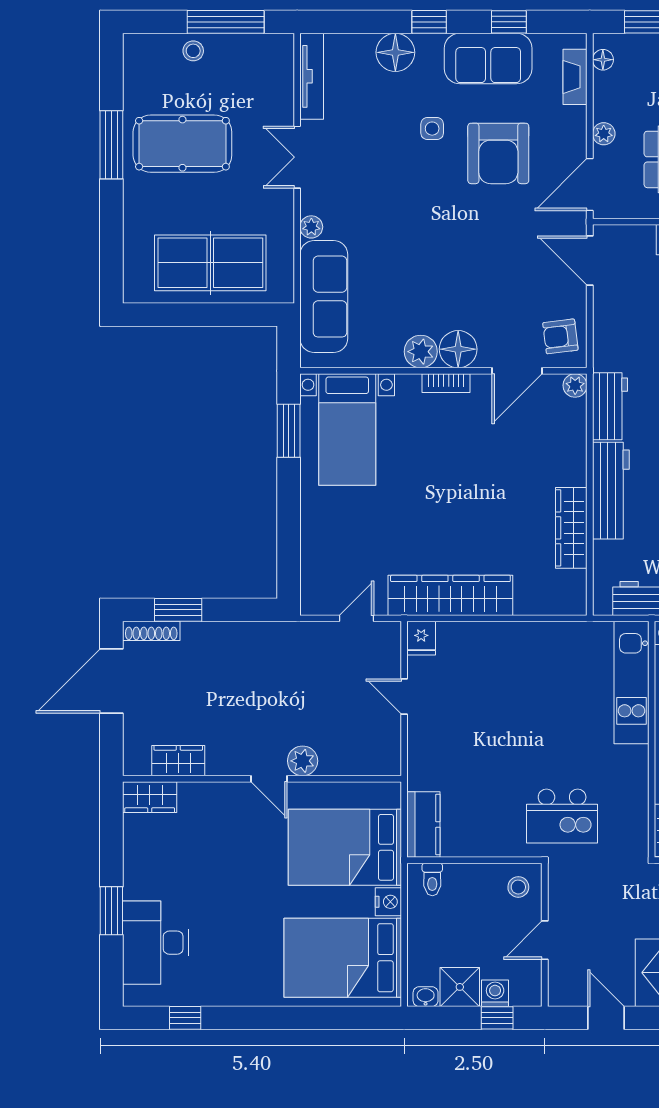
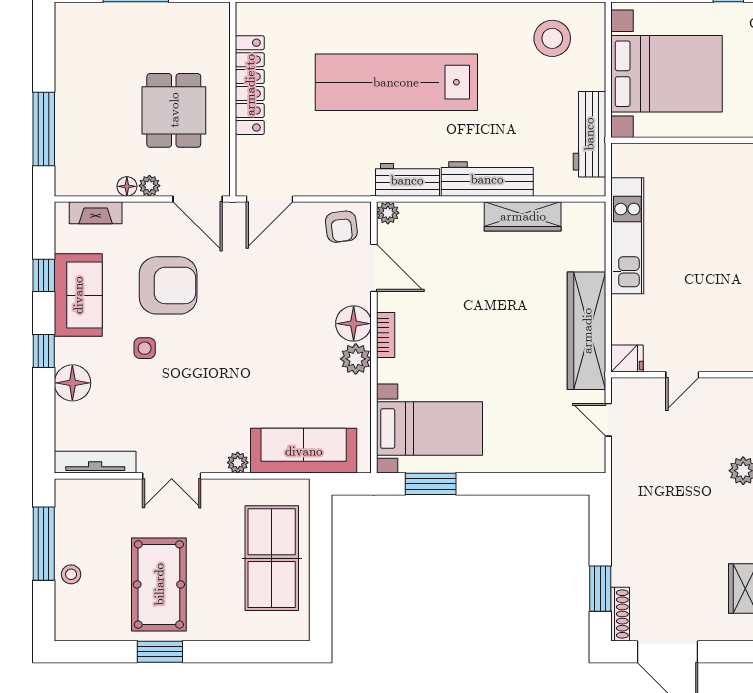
floor lamp: (603, 60) -> (127, 186), moved
window: (111, 145) -> (160, 652), width x0.69
kitchen unit: (632, 683) -> (627, 236), moved, turned -90

